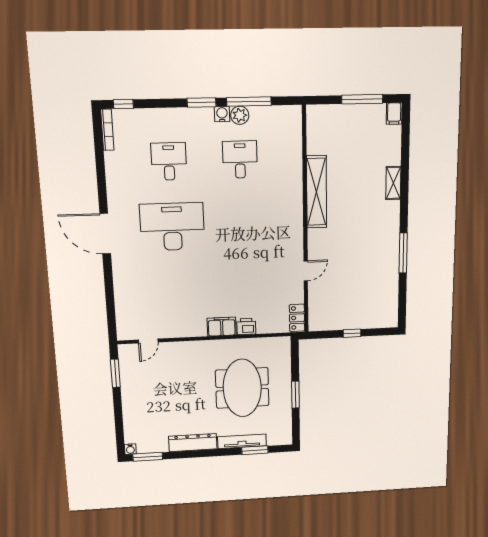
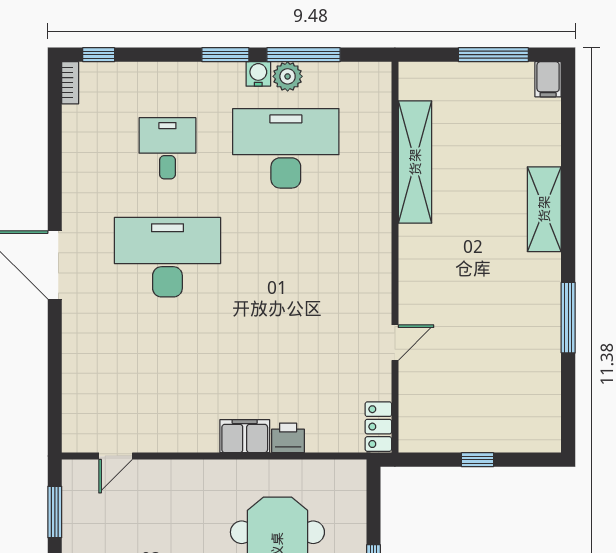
bookcase: (107, 130) -> (70, 83), width x0.64
desk: (240, 159) -> (286, 148), width x1.87, depth x1.30
shelving: (393, 183) -> (544, 209), width x1.50, depth x1.33
shelving: (317, 192) -> (415, 162), moved

